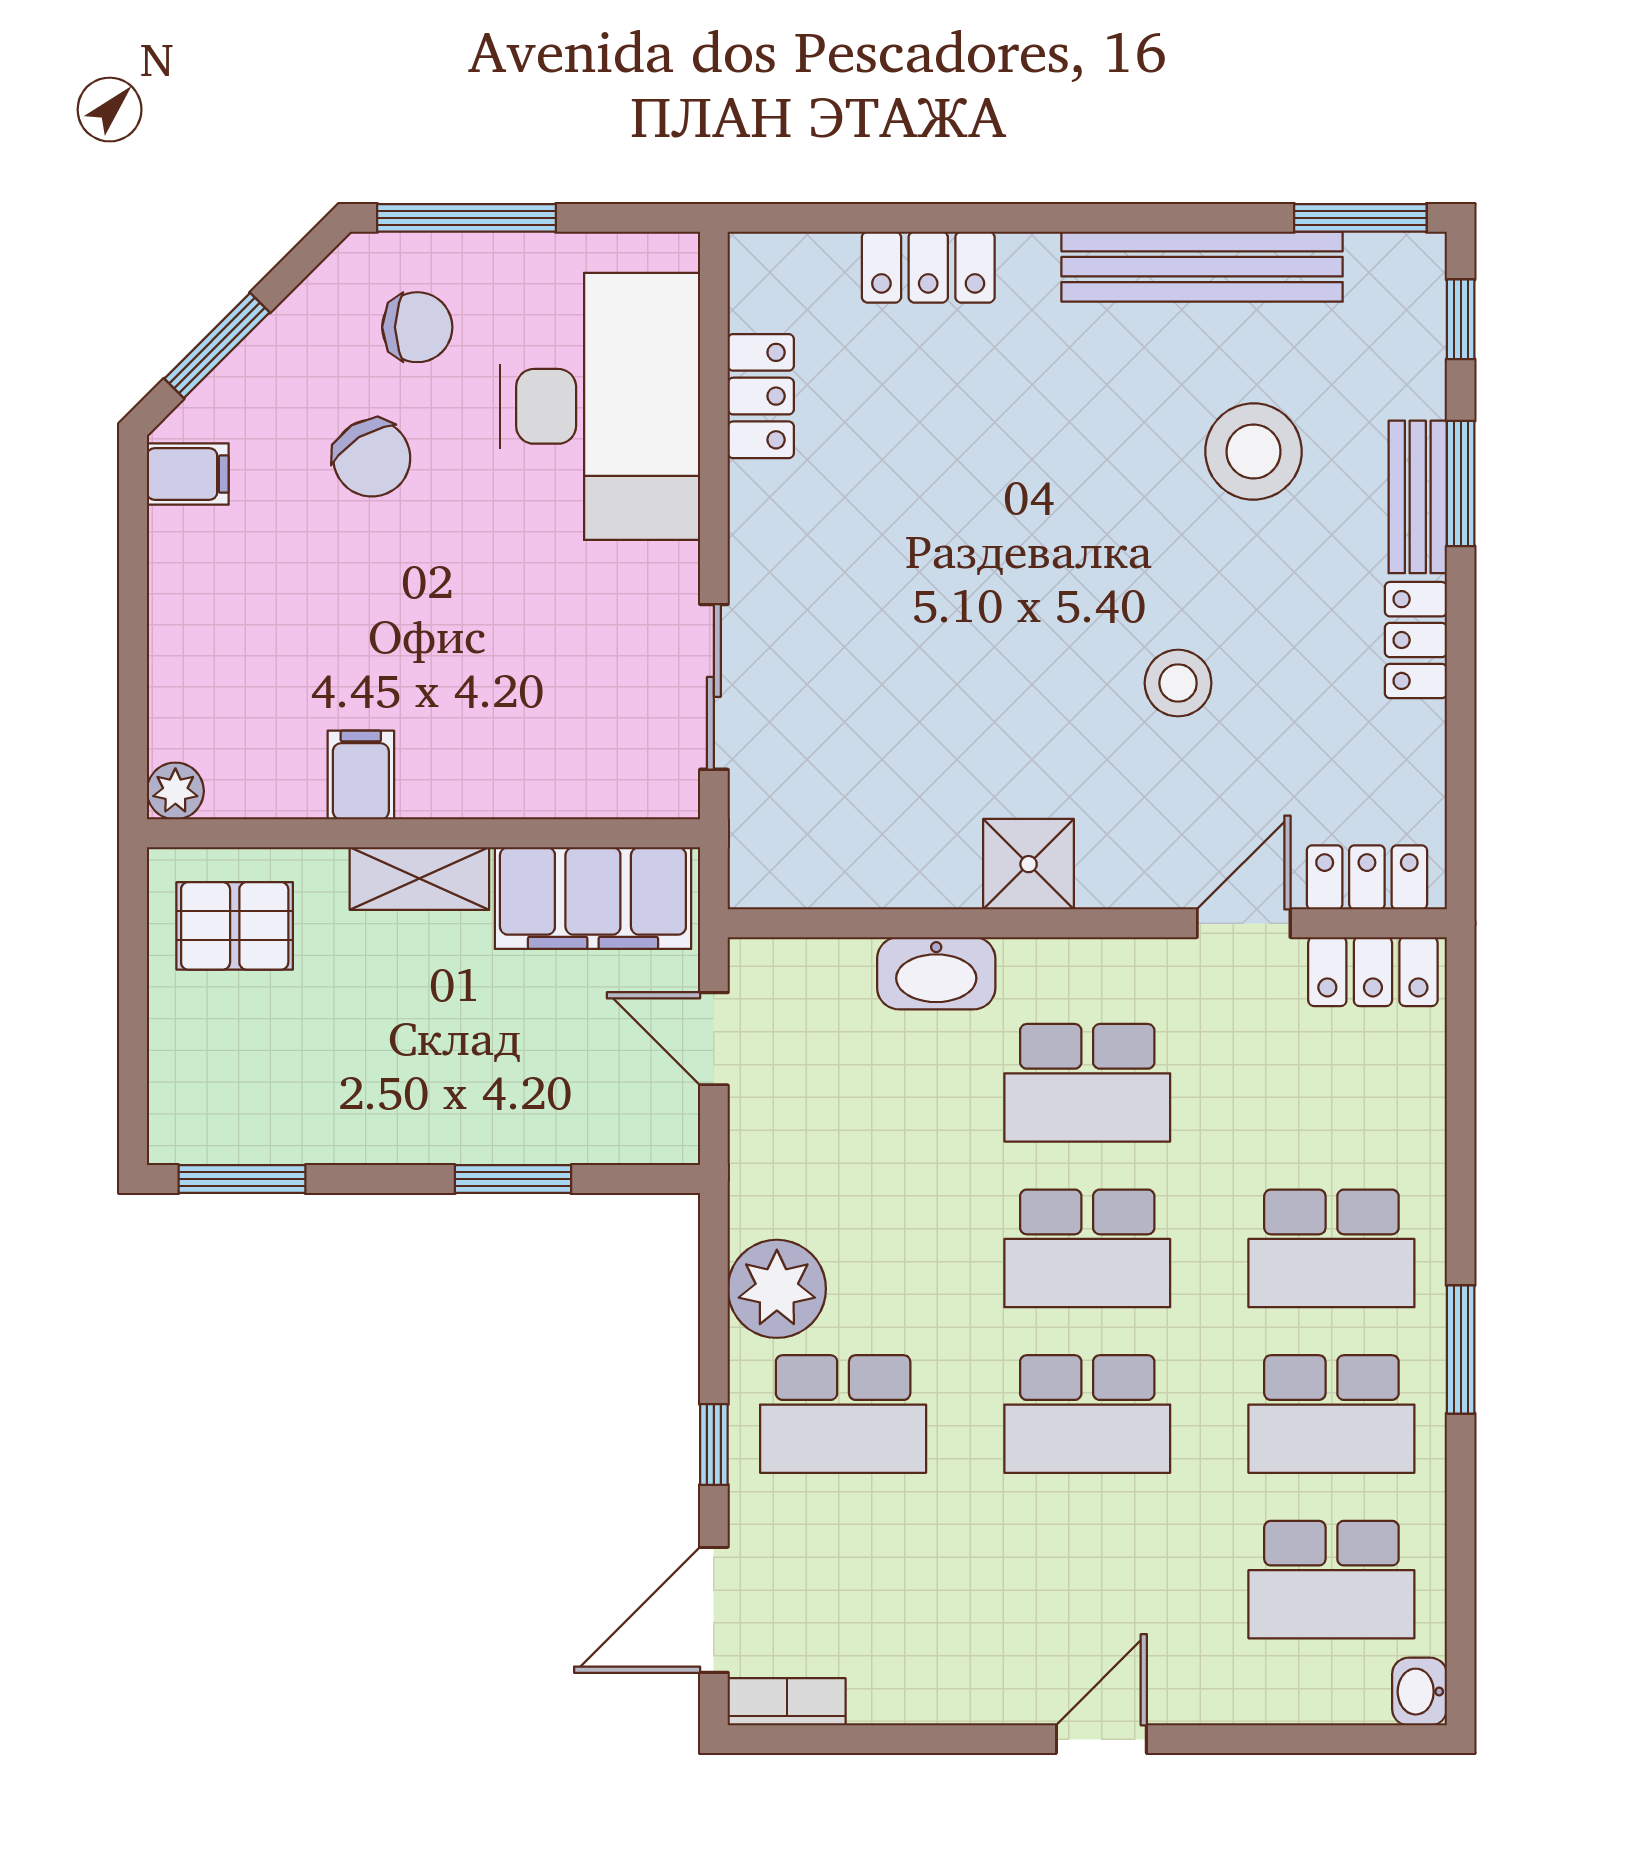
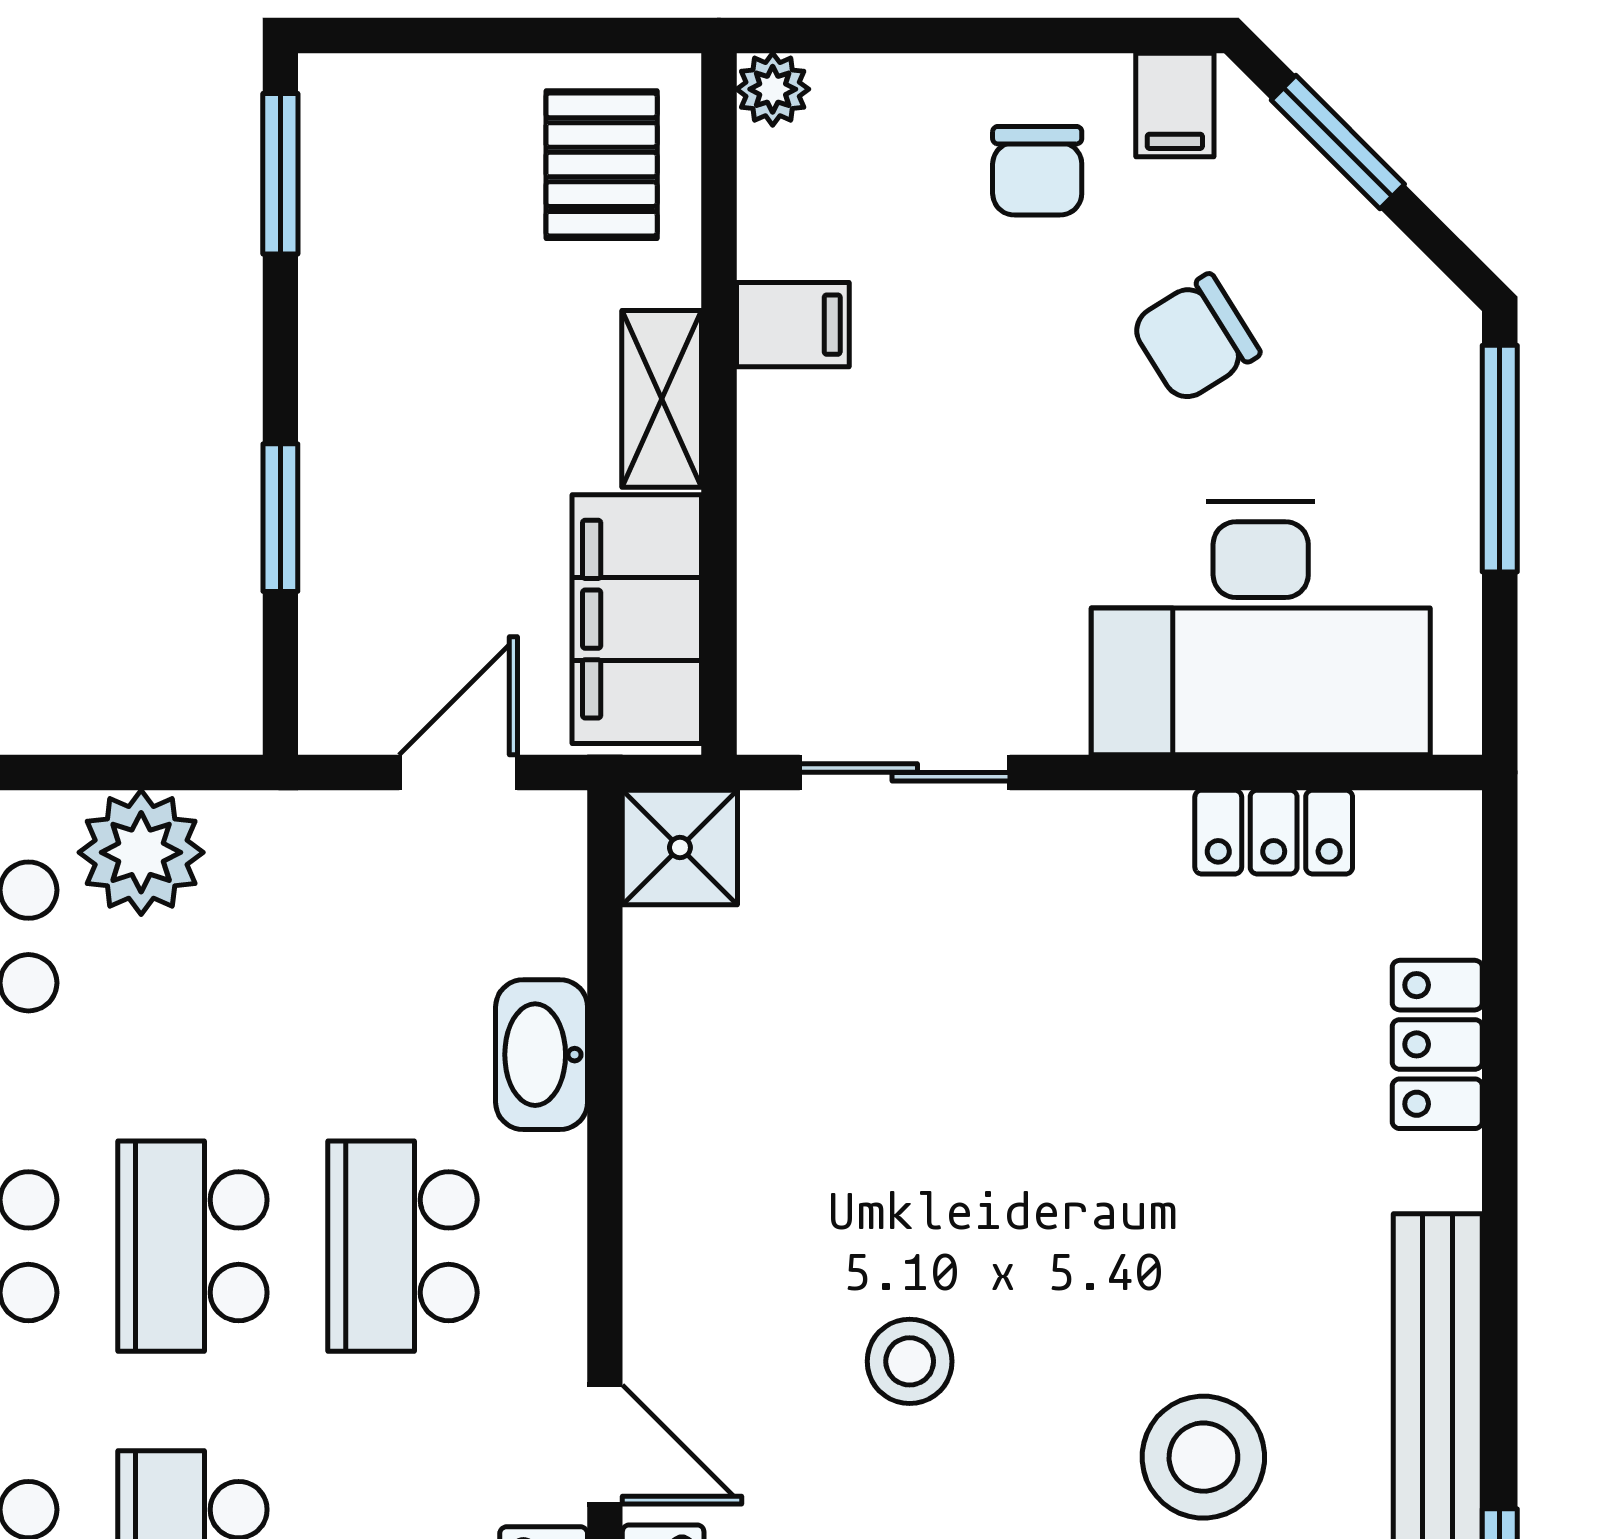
chair: (417, 327) -> (1037, 171), moved
shower: (1029, 864) -> (680, 847), moved

